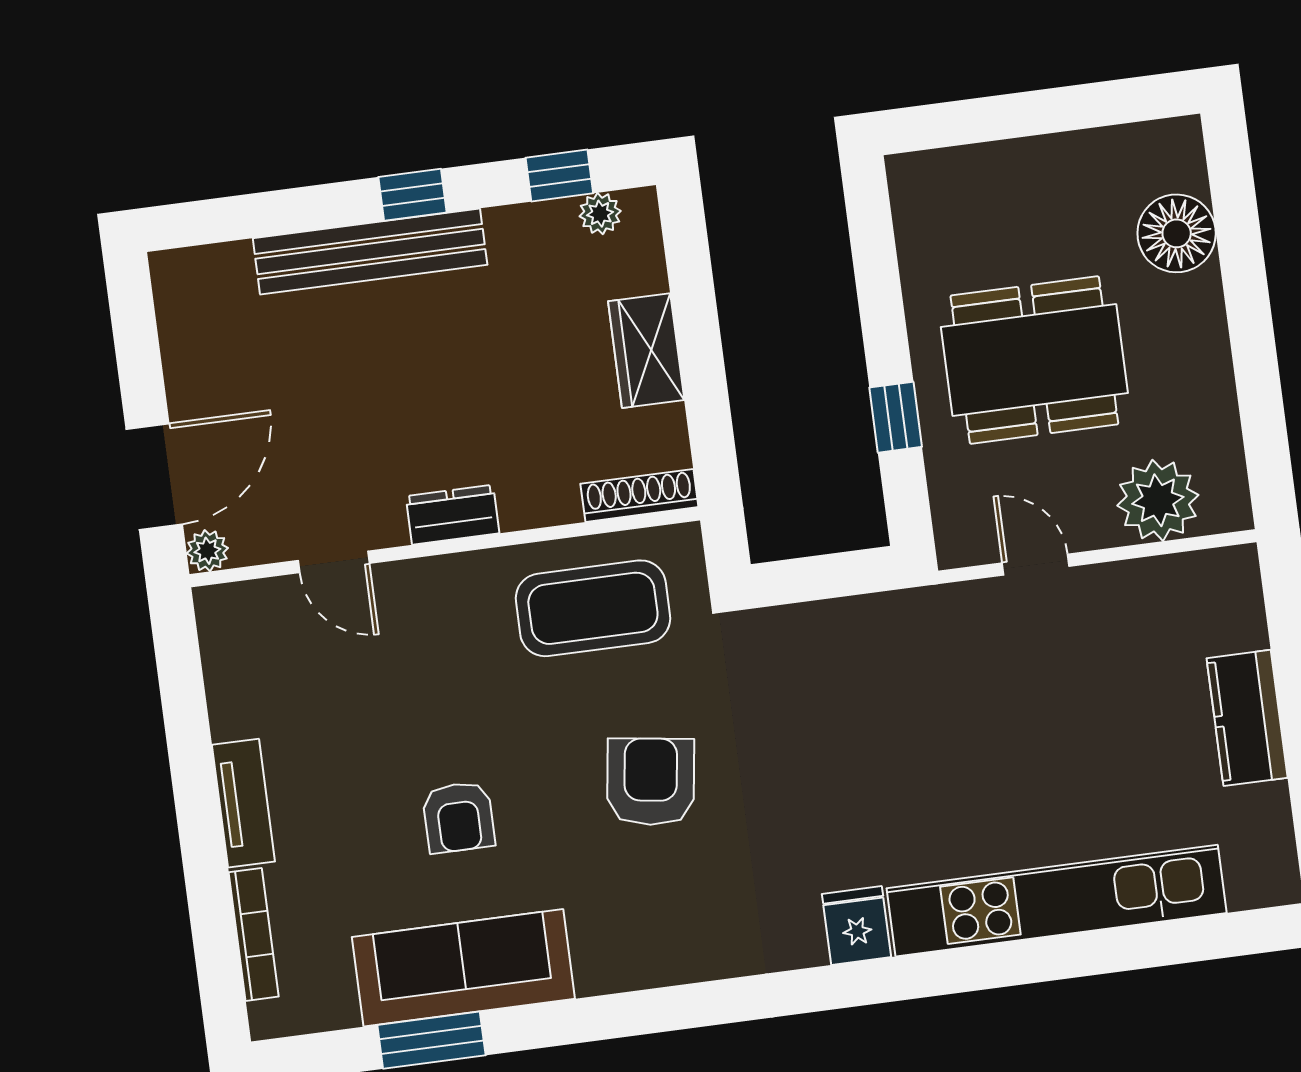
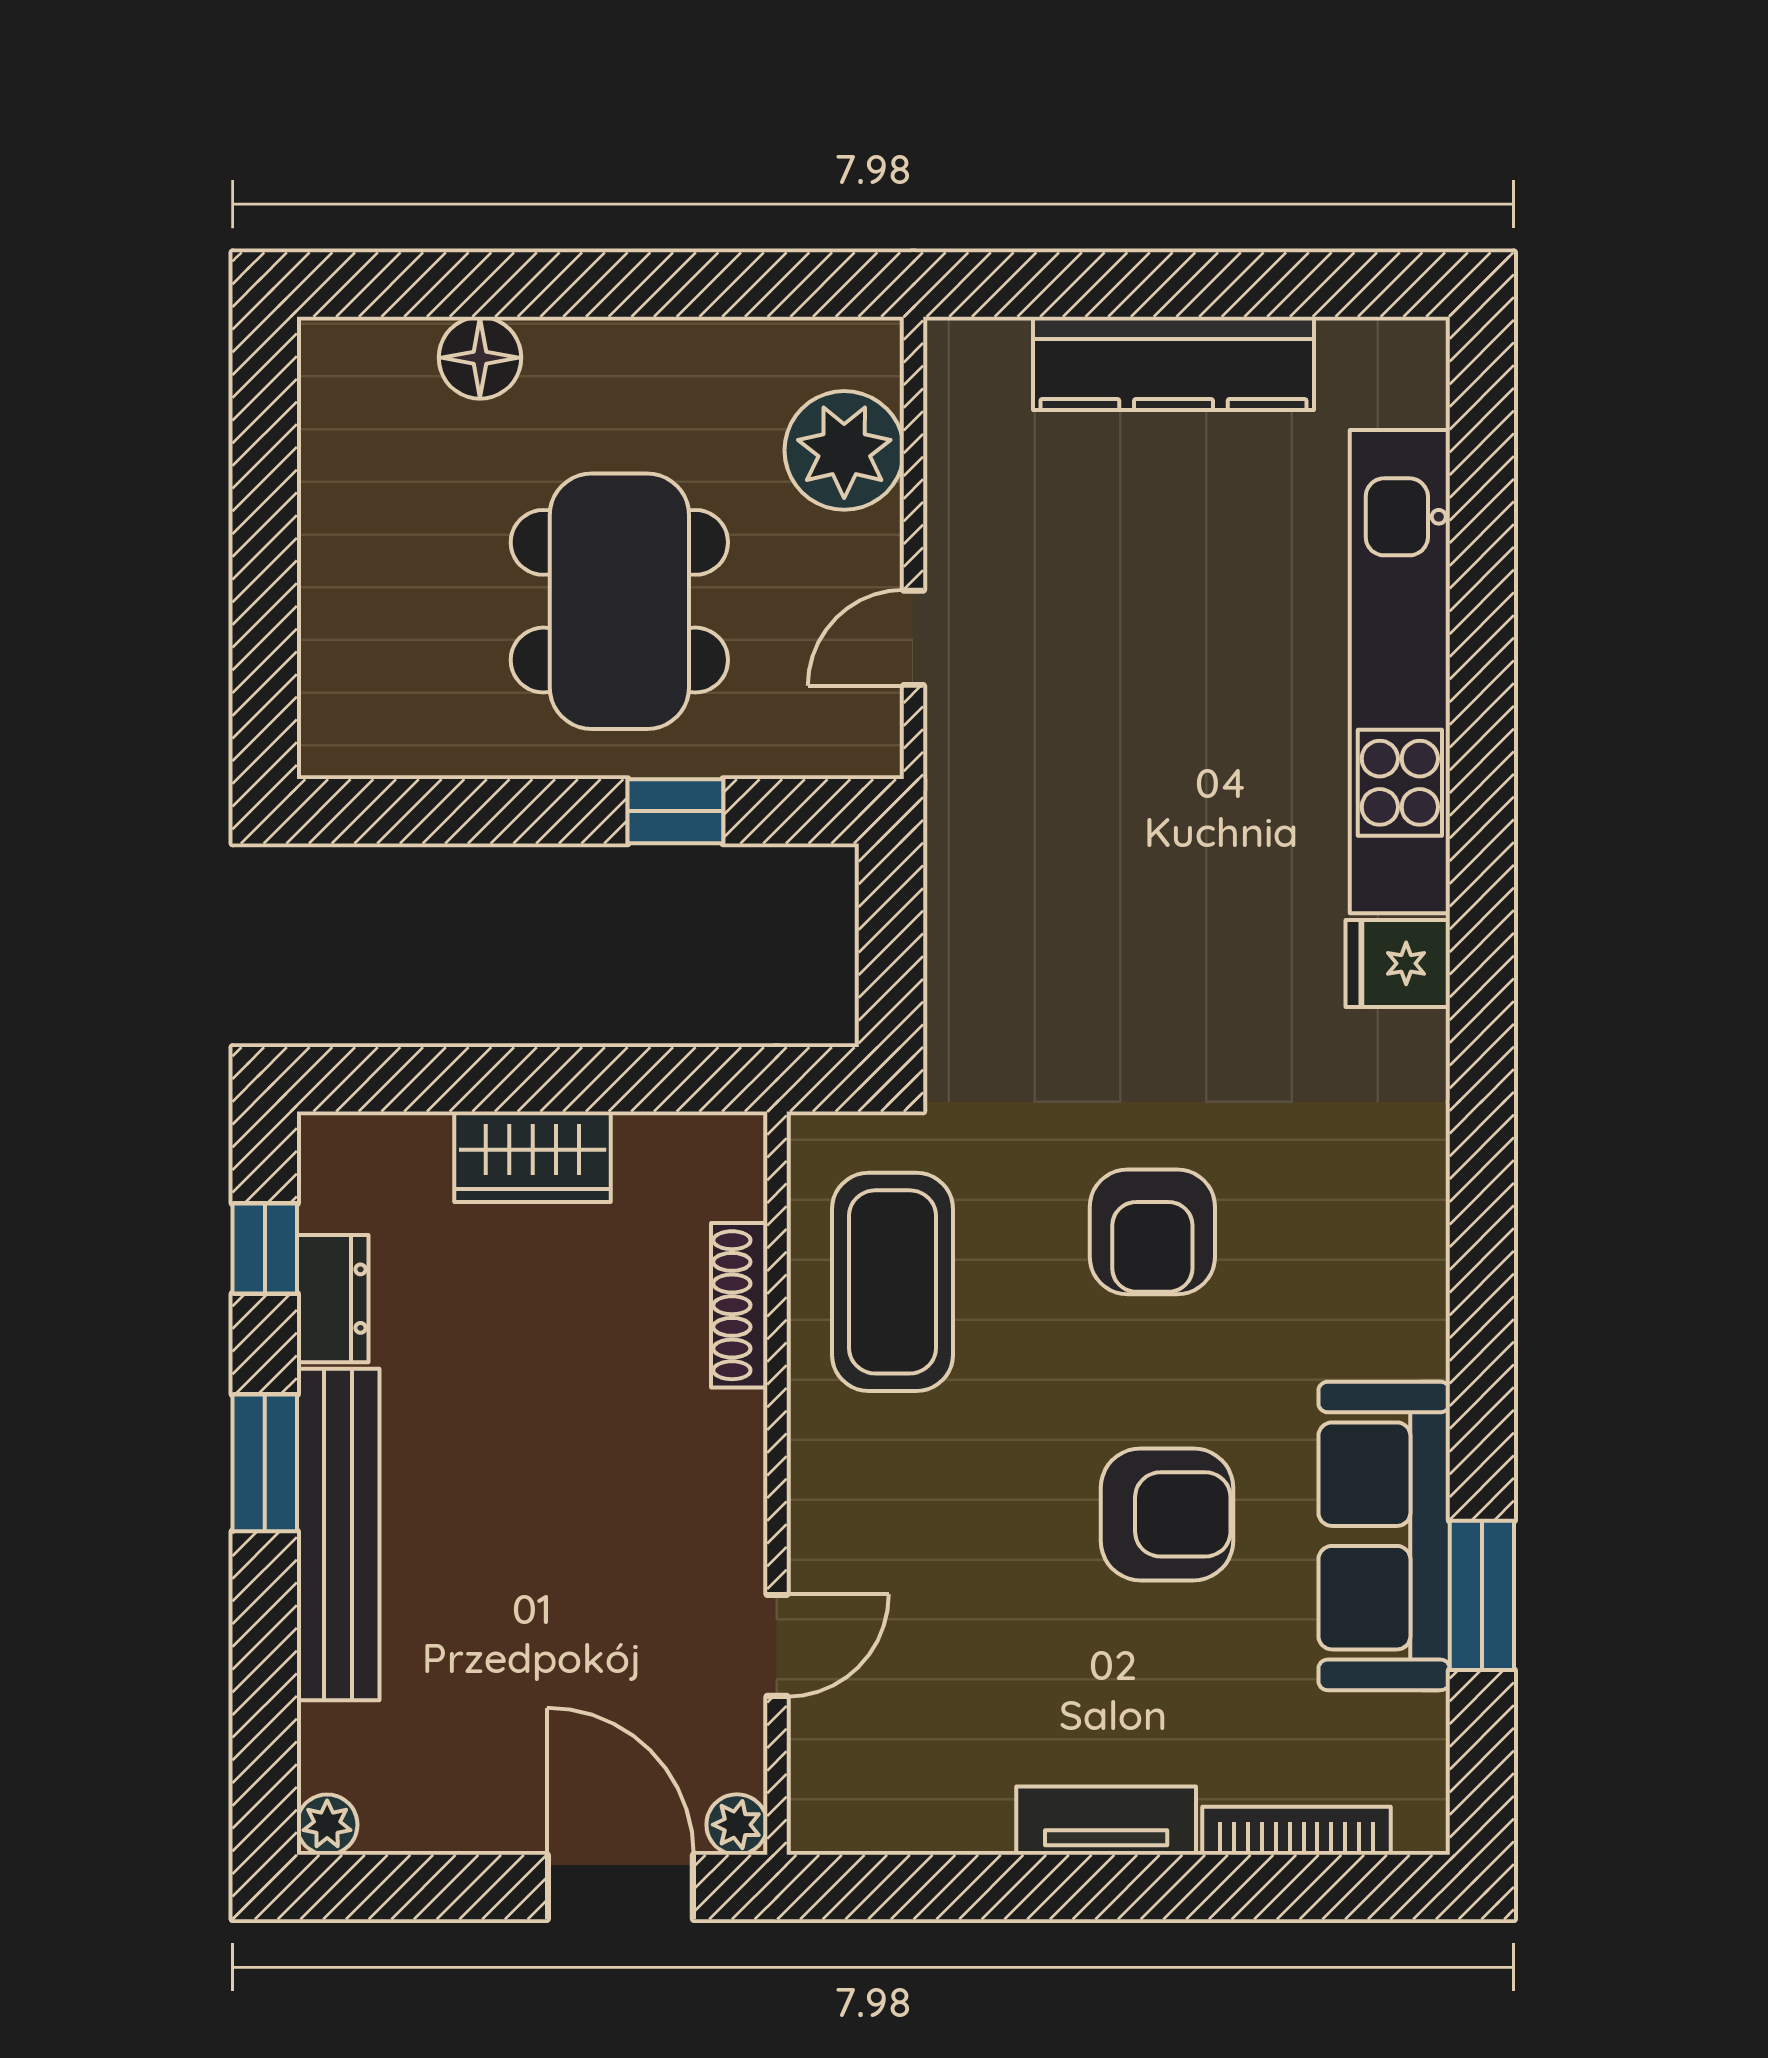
window: (413, 195) -> (265, 1463), width x1.50
plant: (600, 214) -> (327, 1825), moved
floor lamp: (1177, 233) -> (480, 358), width x0.73, depth x0.73
shoe rack: (639, 495) -> (739, 1305), moved
dresser: (452, 515) -> (333, 1299), moved, turned 180
kitchen counter: (1247, 718) -> (1173, 363), width x1.50
armchair: (651, 782) -> (1152, 1232), turned -98
armchair: (459, 817) -> (1167, 1514), width x1.38, depth x1.38

